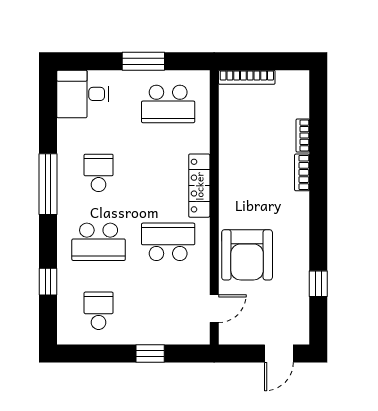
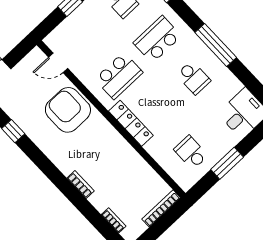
school desk: (168, 104) -> (191, 152), width x0.54
bookcase: (303, 135) -> (114, 220), moved
door: (214, 309) -> (58, 63), hinge flipped

